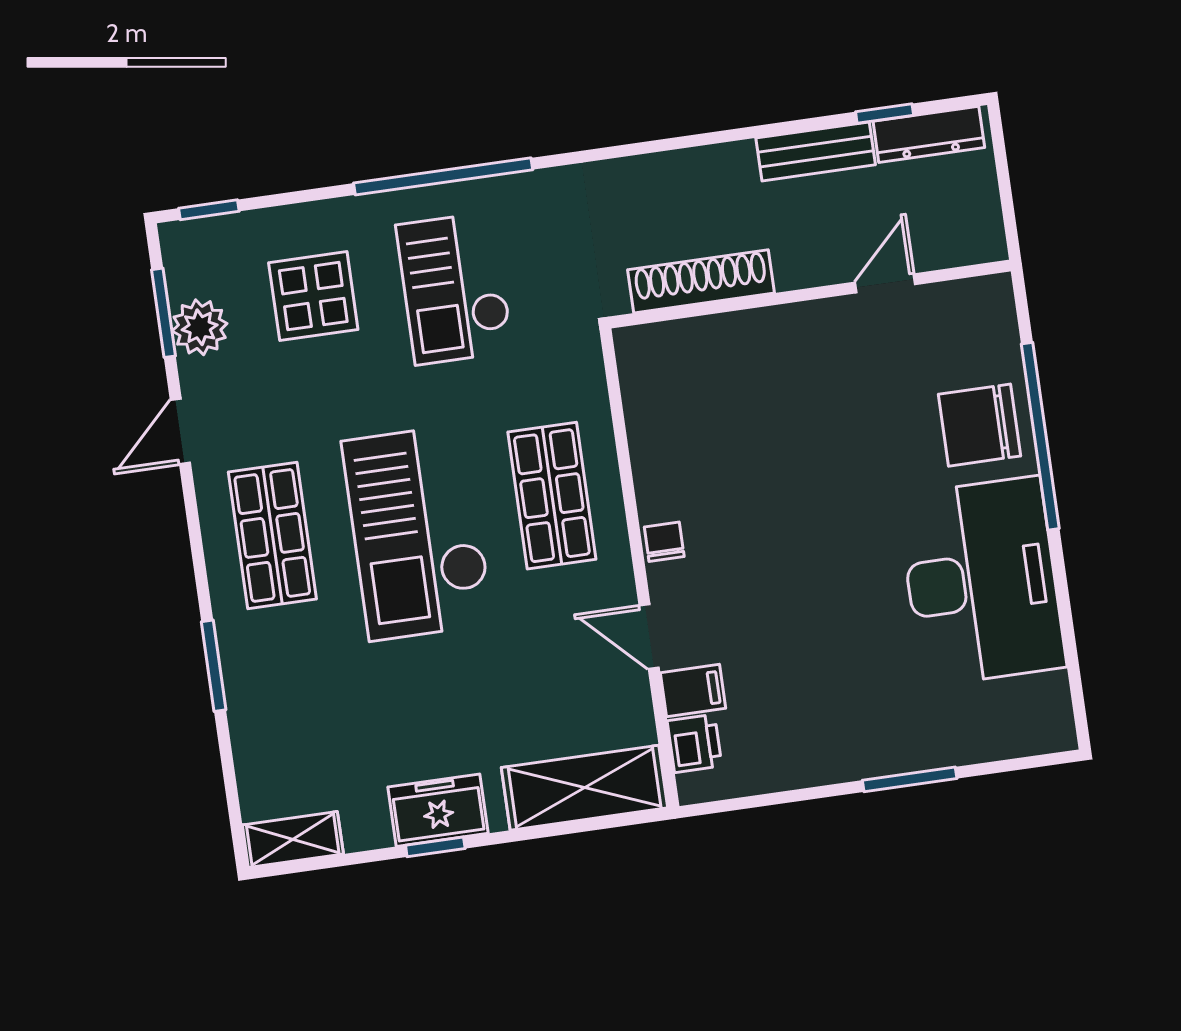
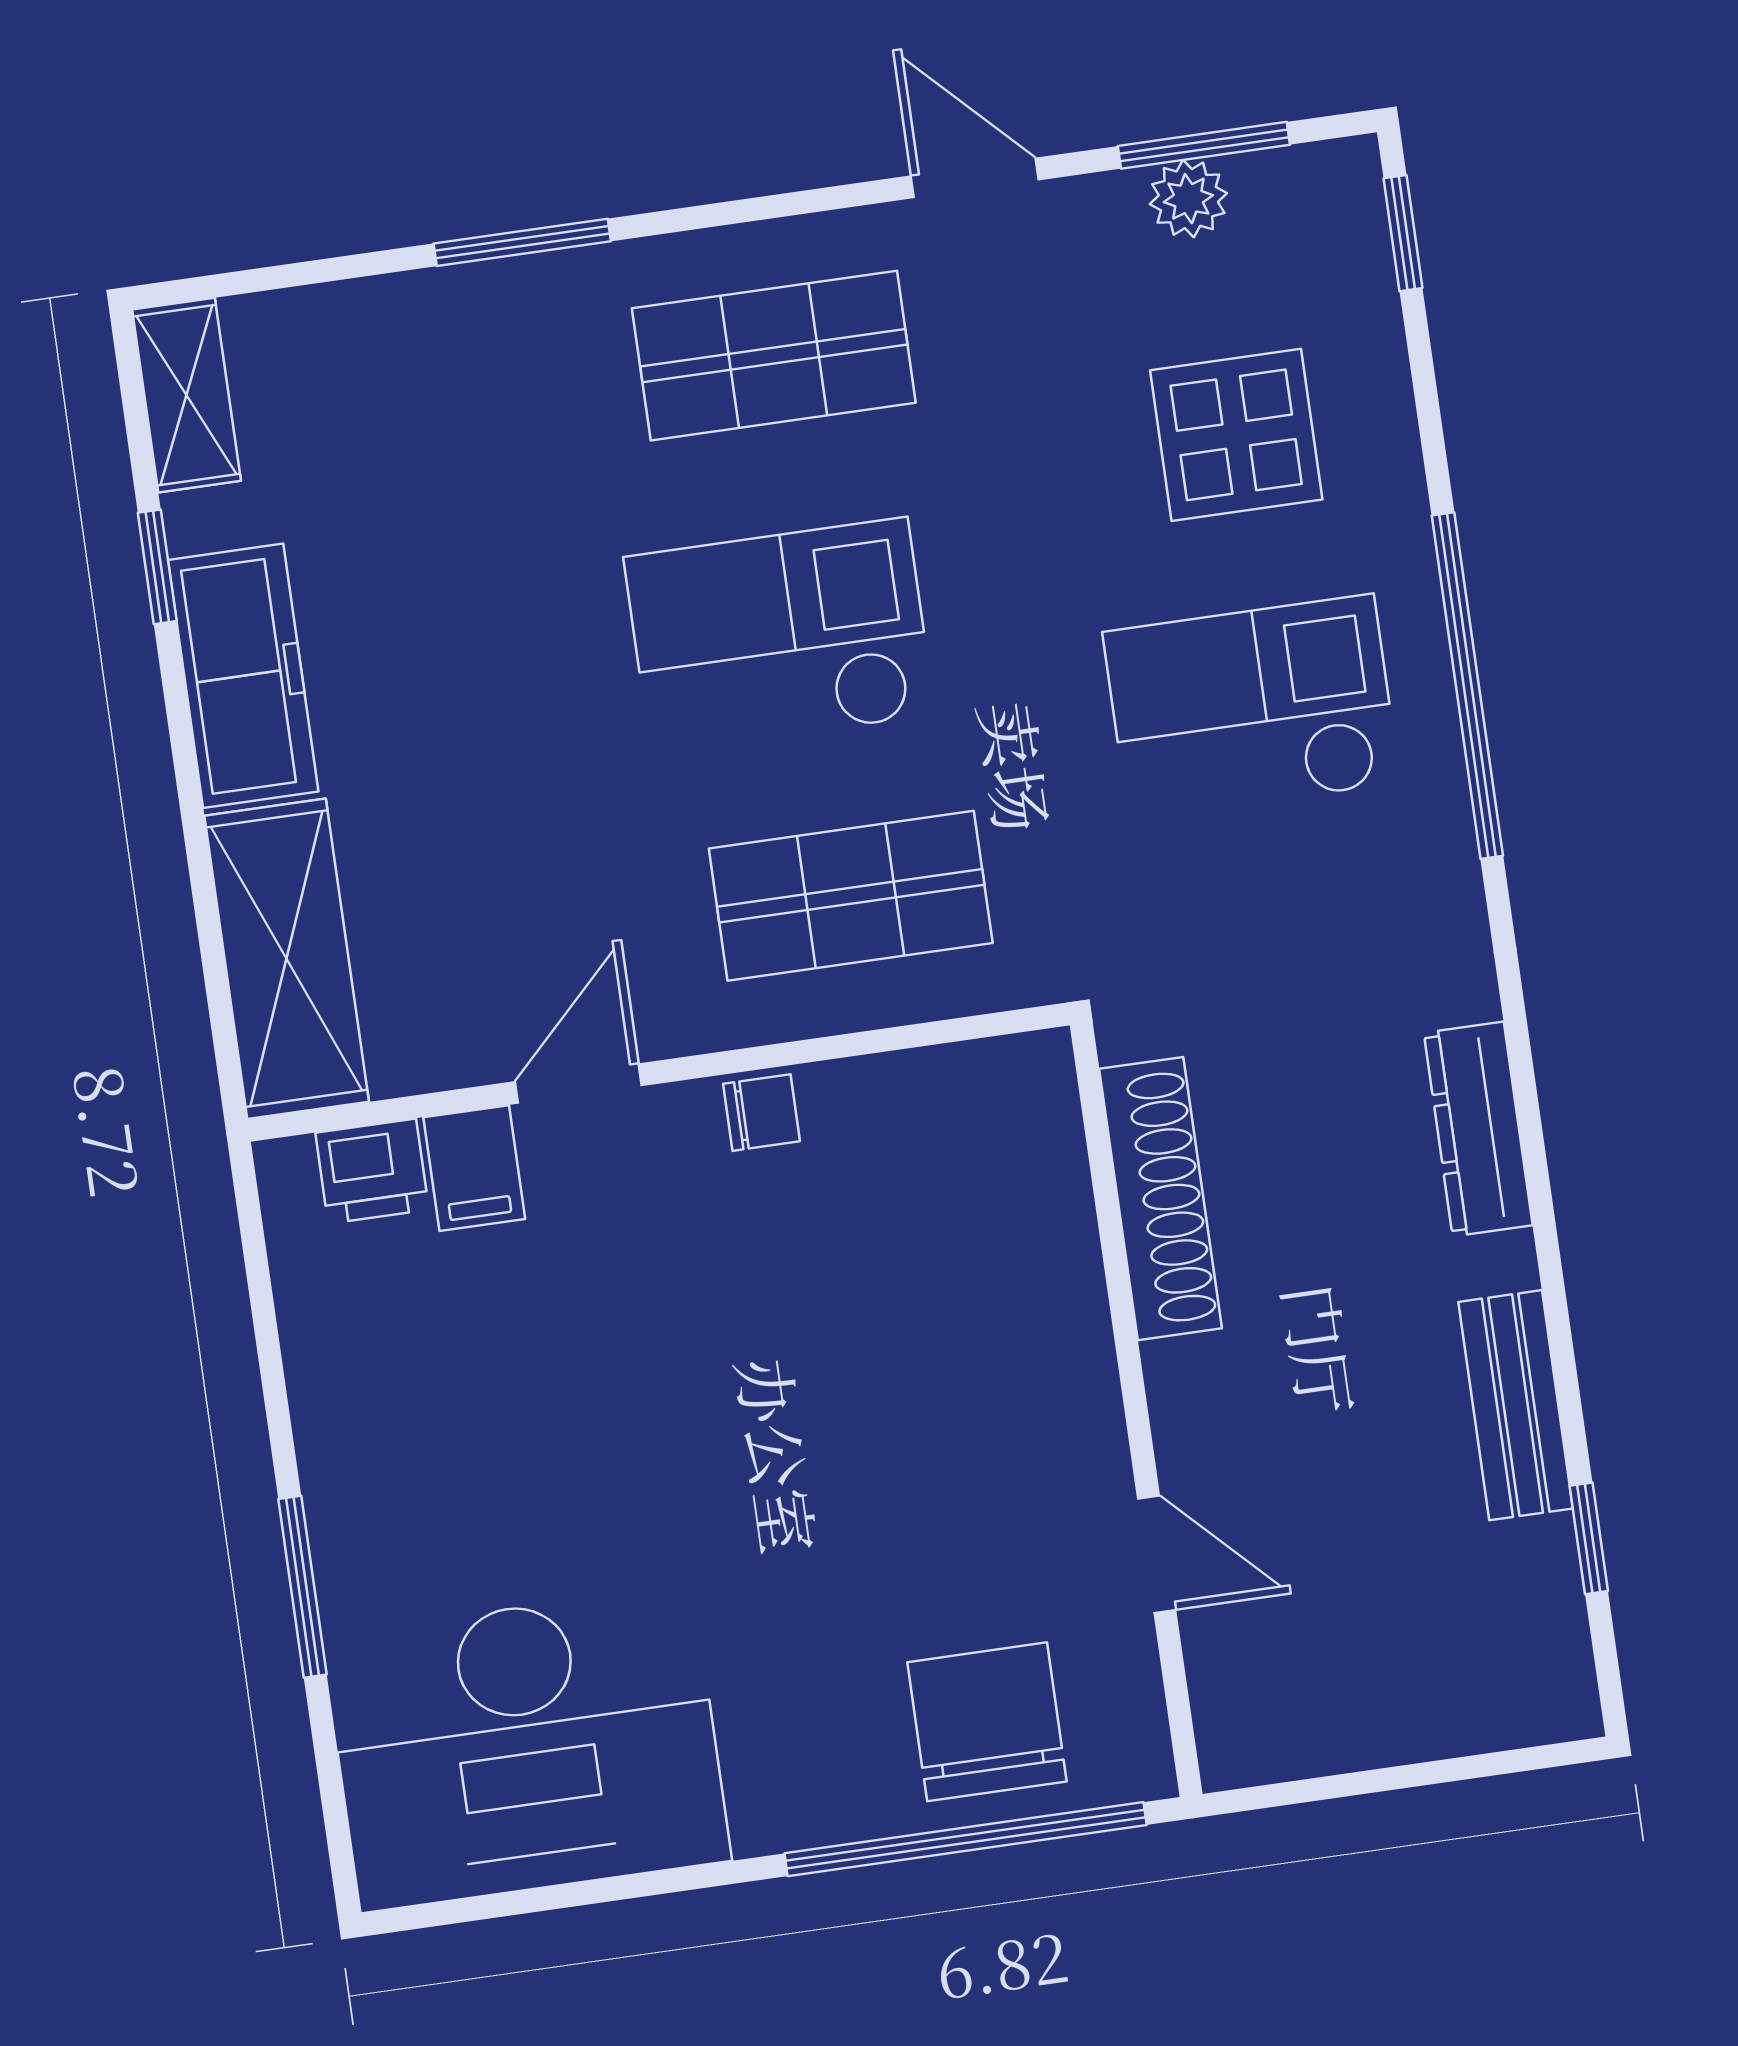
dresser: (929, 134) -> (1478, 1129), moved
shoe rack: (701, 281) -> (1161, 1199), moved
door: (885, 283) -> (1157, 1554), moved
wall: (810, 294) -> (1136, 1410), moved
plant: (200, 327) -> (1188, 199), width x0.73, depth x0.73
checkout: (418, 533) -> (779, 636), width x0.73, depth x0.83
desk: (981, 581) -> (527, 1748), moved
freezer: (438, 810) -> (243, 676), width x1.40
window: (435, 847) -> (157, 567), moved

